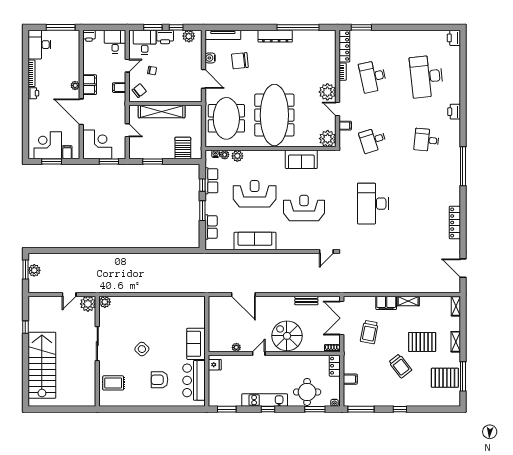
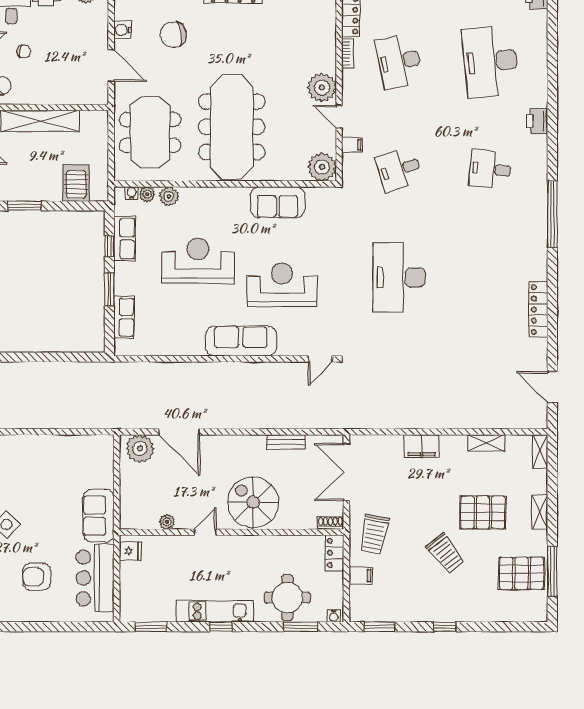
sofa: (255, 241) -> (241, 341), moved
shelving: (408, 301) -> (486, 443), moved
plant: (220, 304) -> (140, 448), added
trolley: (369, 332) -> (374, 534), moved
window: (361, 409) -> (379, 627), width x0.69

